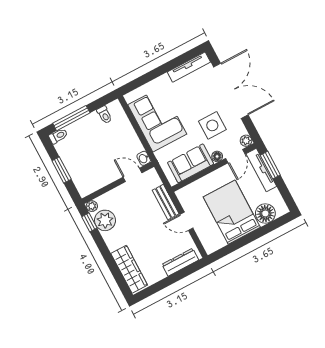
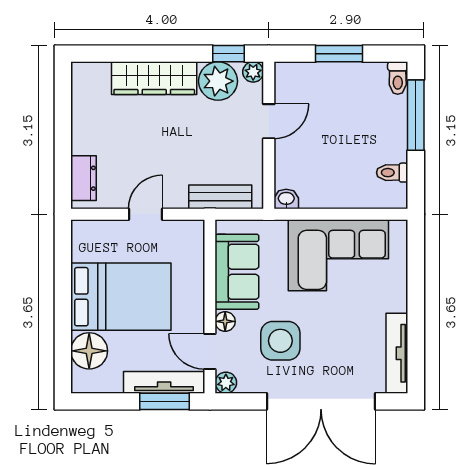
door: (133, 175) -> (269, 121), moved
bench: (166, 202) -> (220, 197), moved
dresser: (180, 262) -> (83, 178), width x0.70
wardrobe: (129, 269) -> (154, 78), moved

